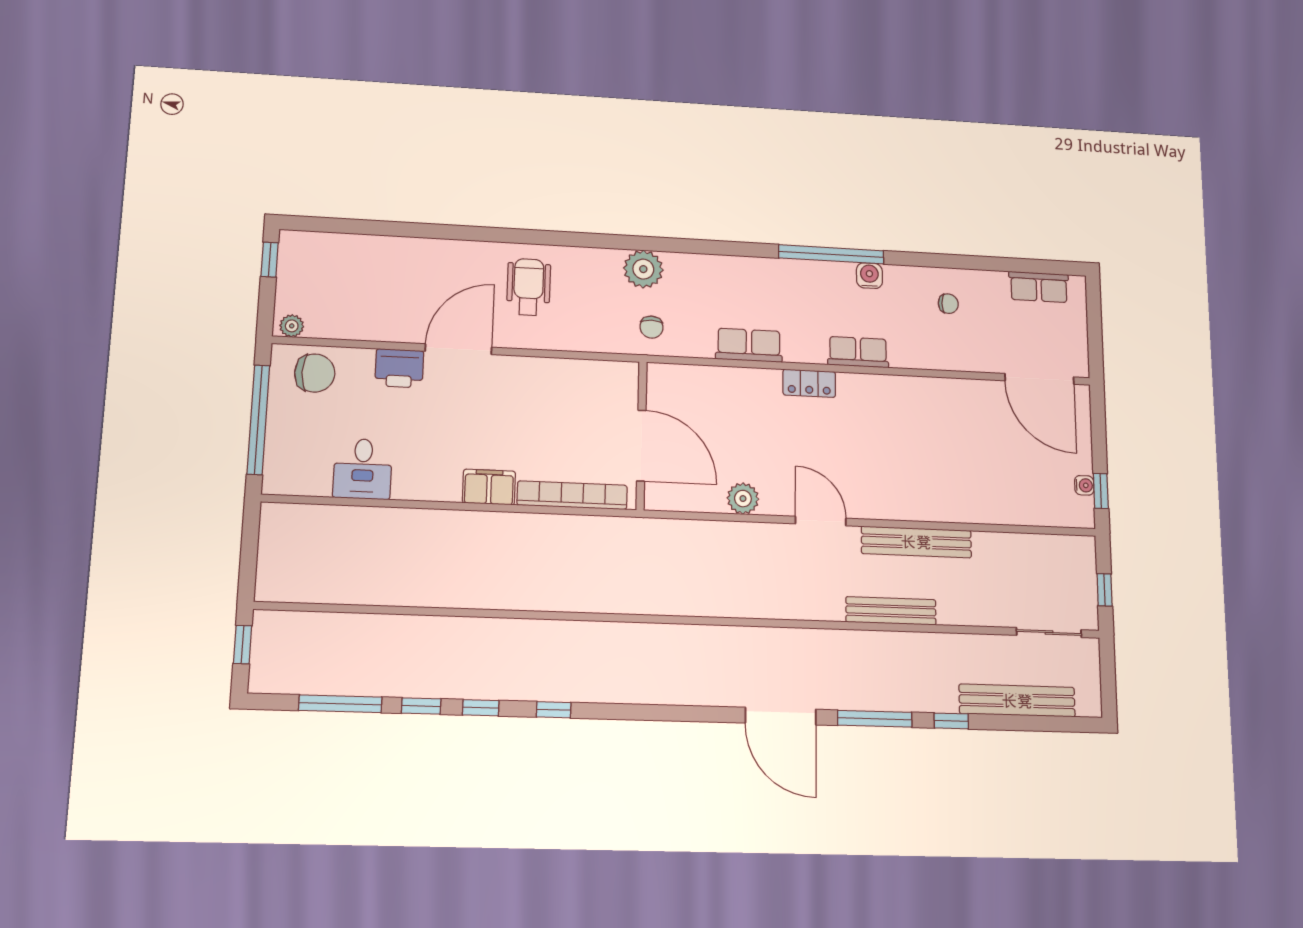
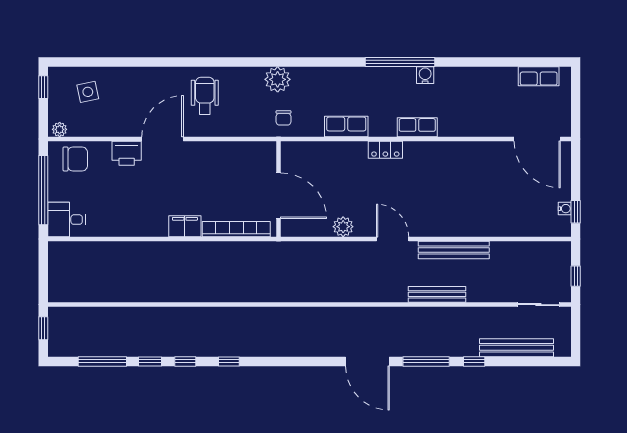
side table: (341, 271) -> (88, 92), added
chair: (948, 304) -> (477, 91), removed
desk: (363, 469) -> (66, 220), moved, turned 90

